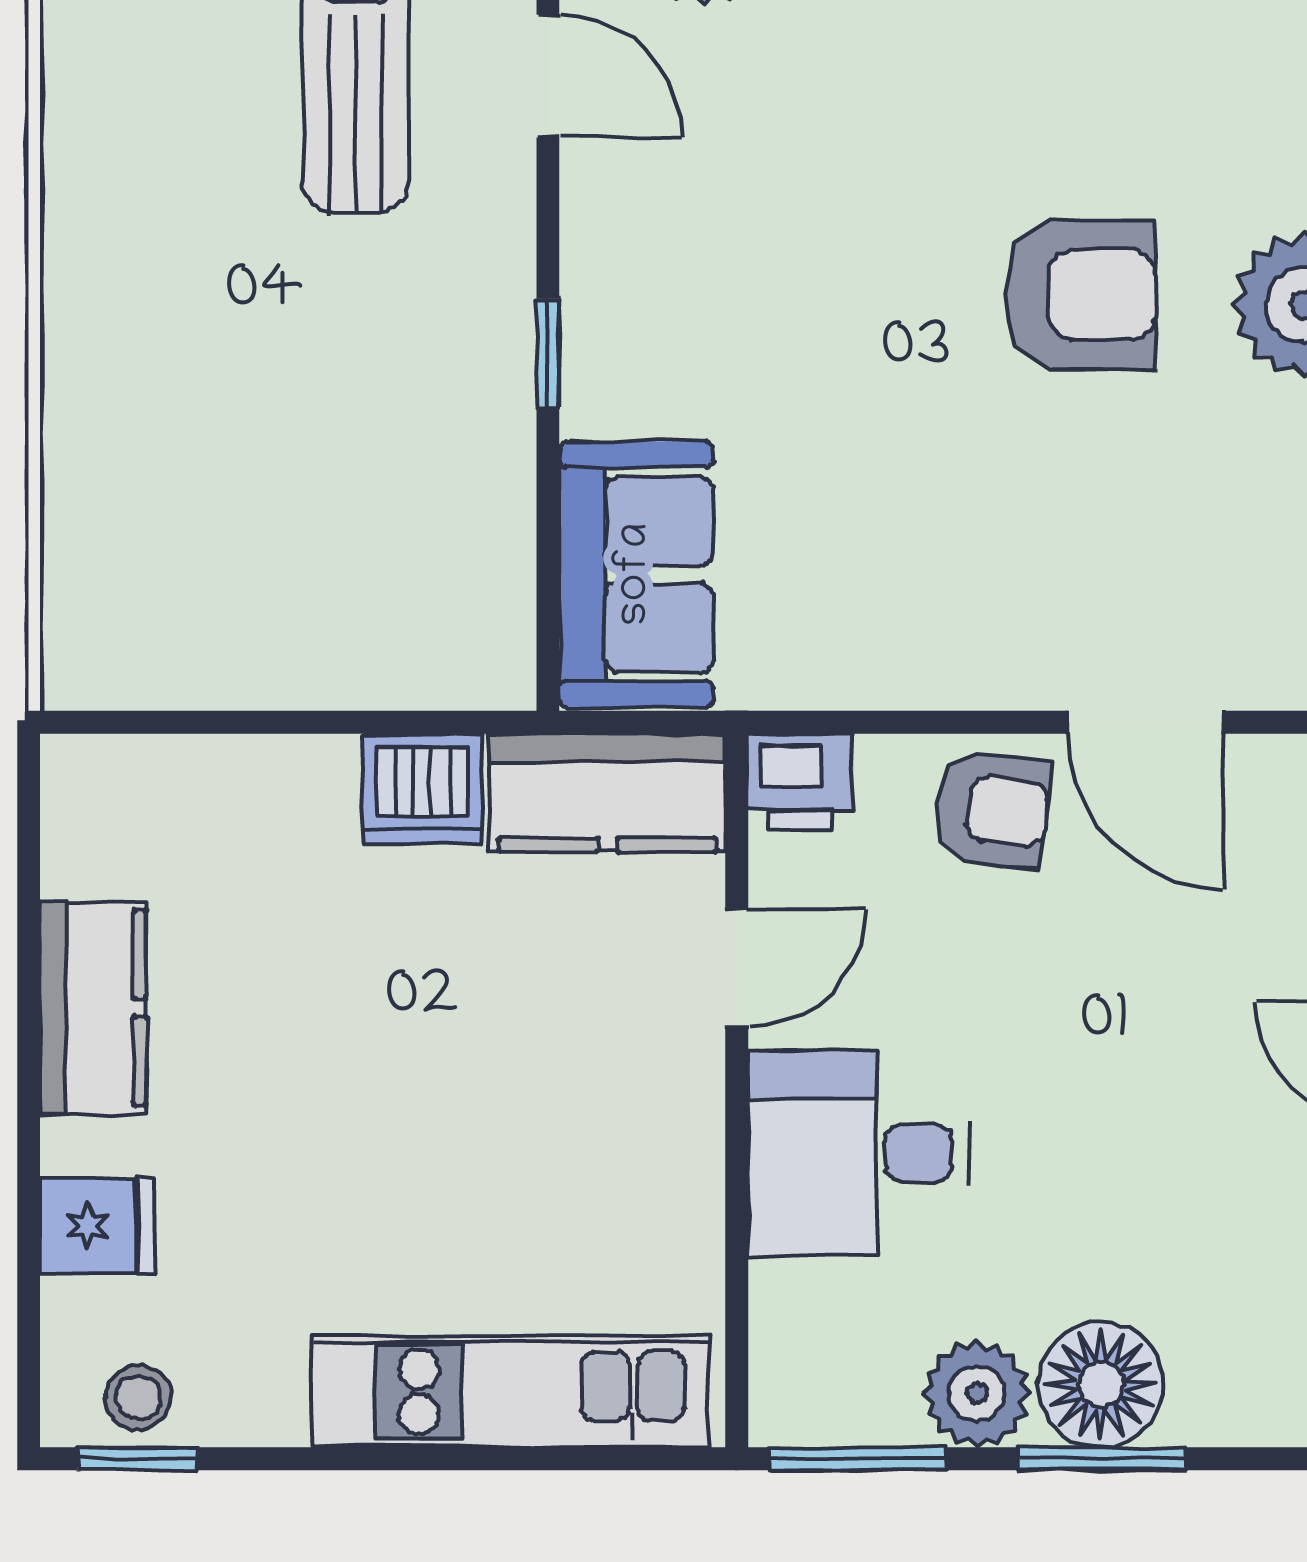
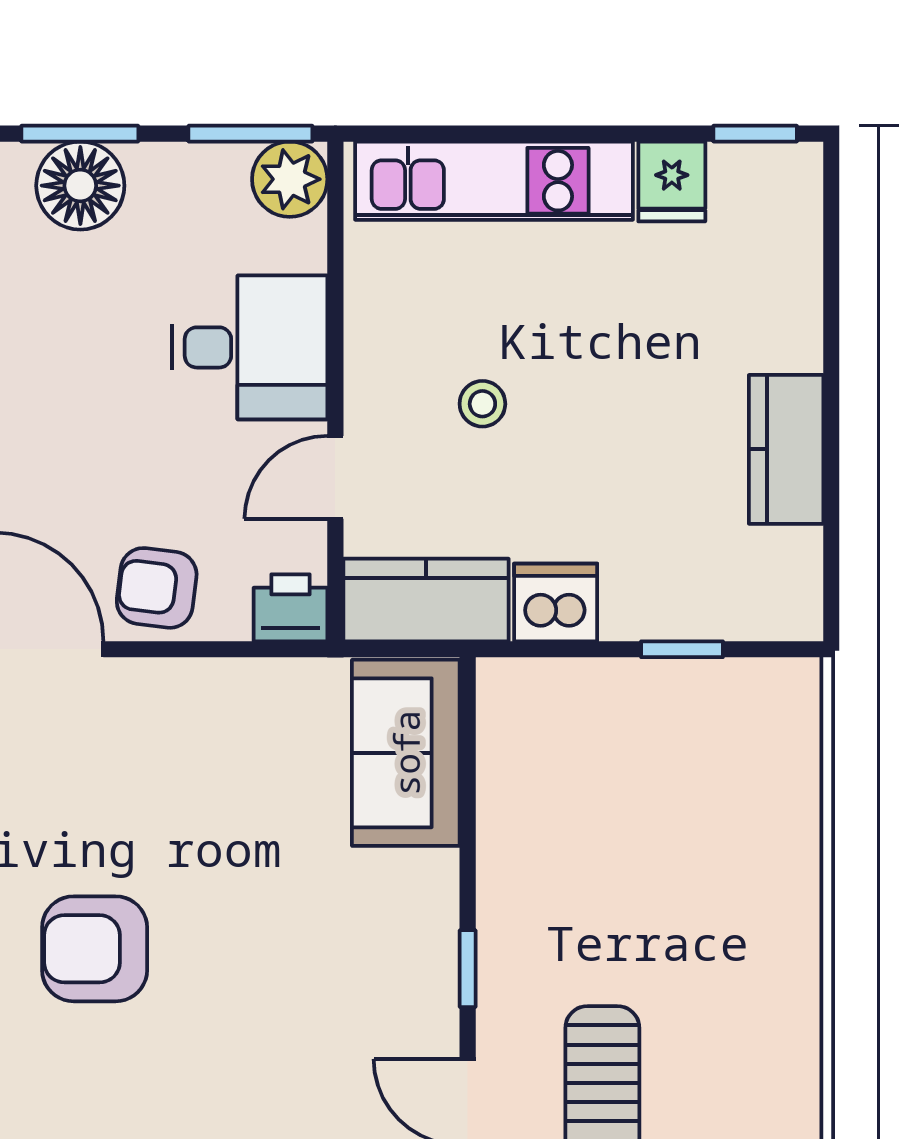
window: (548, 354) -> (468, 969), moved
window: (242, 722) -> (682, 649), added
fridge: (97, 1226) -> (672, 181), moved, turned -90
plant: (977, 1394) -> (290, 179), moved
stool: (138, 1397) -> (482, 404), moved

